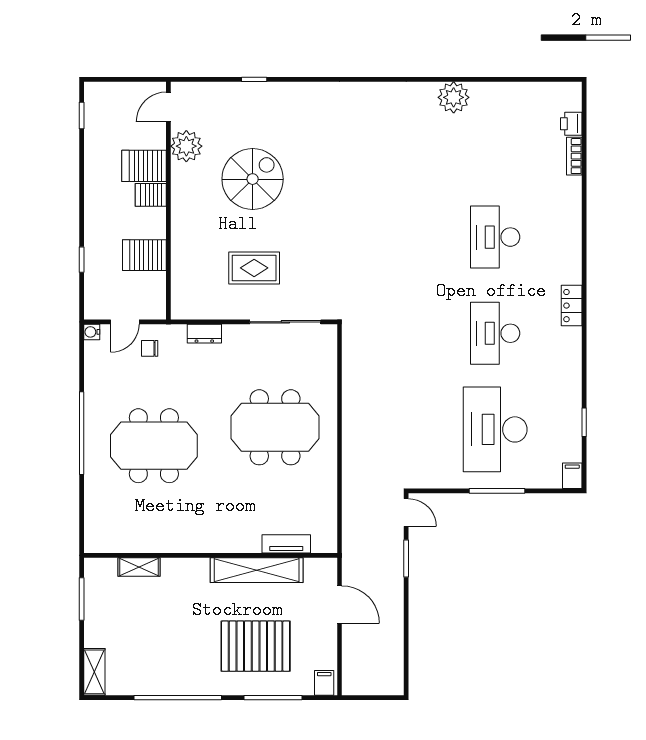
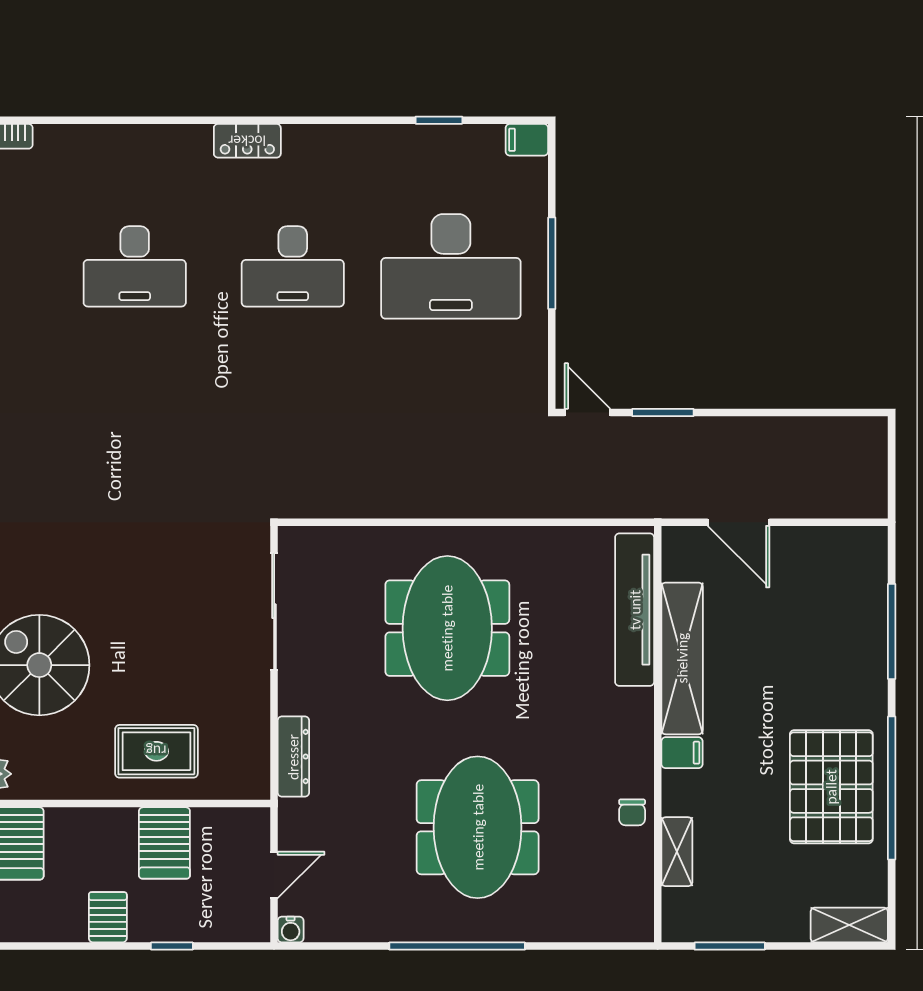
server rack: (151, 195) -> (108, 917), moved, turned 180
rug: (254, 268) -> (156, 751), moved, turned 90
door: (125, 322) -> (274, 875), hinge flipped
dresser: (204, 334) -> (293, 757), width x1.44
chair: (150, 348) -> (632, 812), moved
door: (406, 513) -> (588, 413), hinge flipped
tv unit: (286, 544) -> (635, 610), width x1.92, depth x1.29
door: (340, 605) -> (739, 522), swing flipped
pallet: (256, 646) -> (831, 787), moved
filing cabinet: (324, 683) -> (682, 753), moved, turned 180

